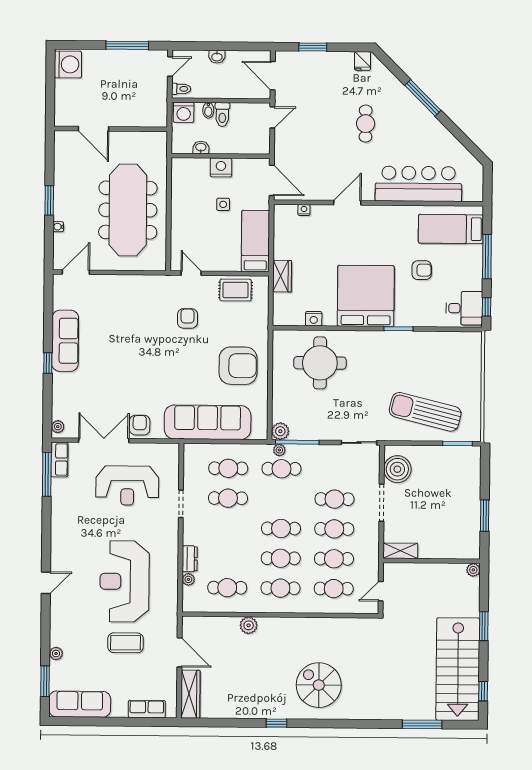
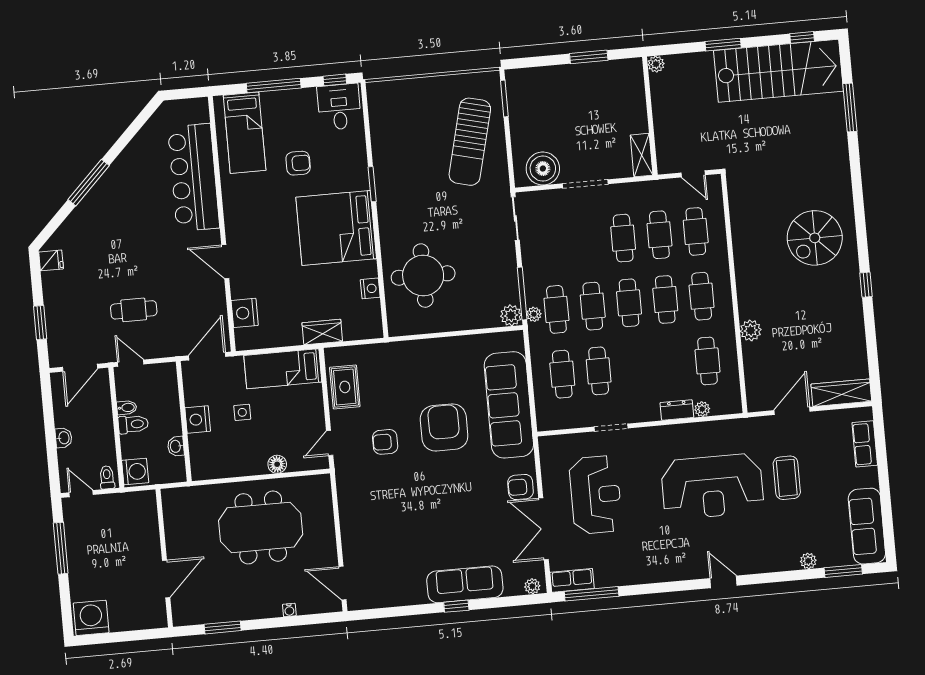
bidet: (208, 110) -> (127, 408), moved
cafe table: (366, 124) -> (134, 310), moved
window: (49, 200) -> (223, 627), moved
meeting table: (128, 210) -> (261, 527), width x0.73
nightstand: (304, 210) -> (245, 313), width x1.89, depth x1.79
floor lamp: (178, 229) -> (277, 464), added
armchair: (422, 270) -> (298, 163), turned 90
sofa: (65, 341) -> (465, 584), moved
armchair: (238, 366) -> (444, 427), moved
cafe table: (334, 499) -> (593, 306), moved

